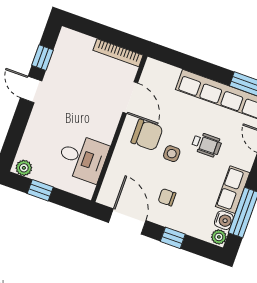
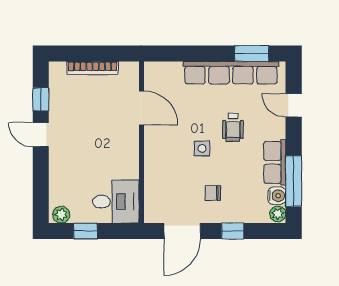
bookcase: (118, 53) -> (93, 68), moved
chair: (147, 135) -> (171, 139), removed
wheelchair: (206, 145) -> (233, 127), turned 90
desk: (83, 158) -> (116, 202), moved
door: (127, 221) -> (182, 231), swing flipped

